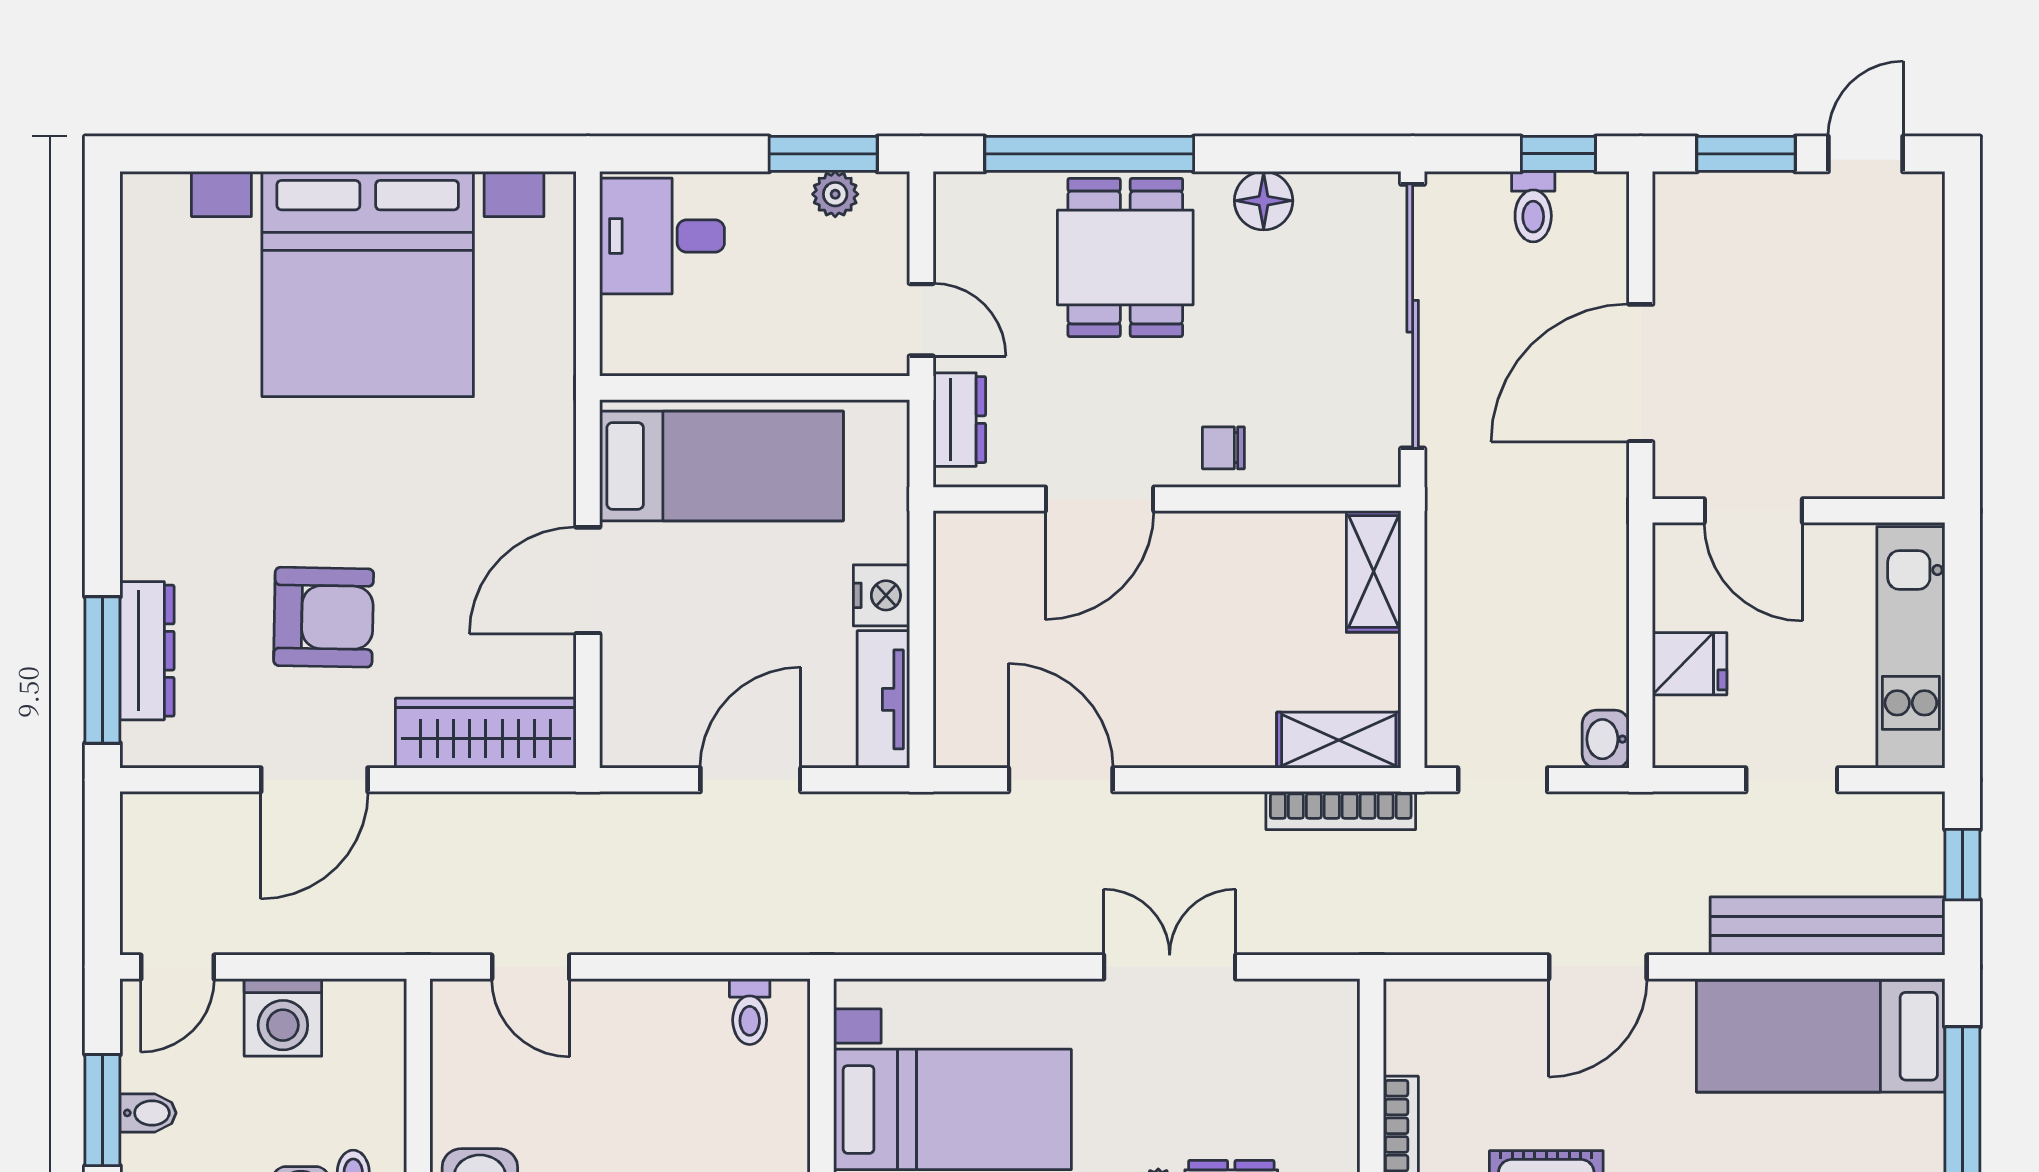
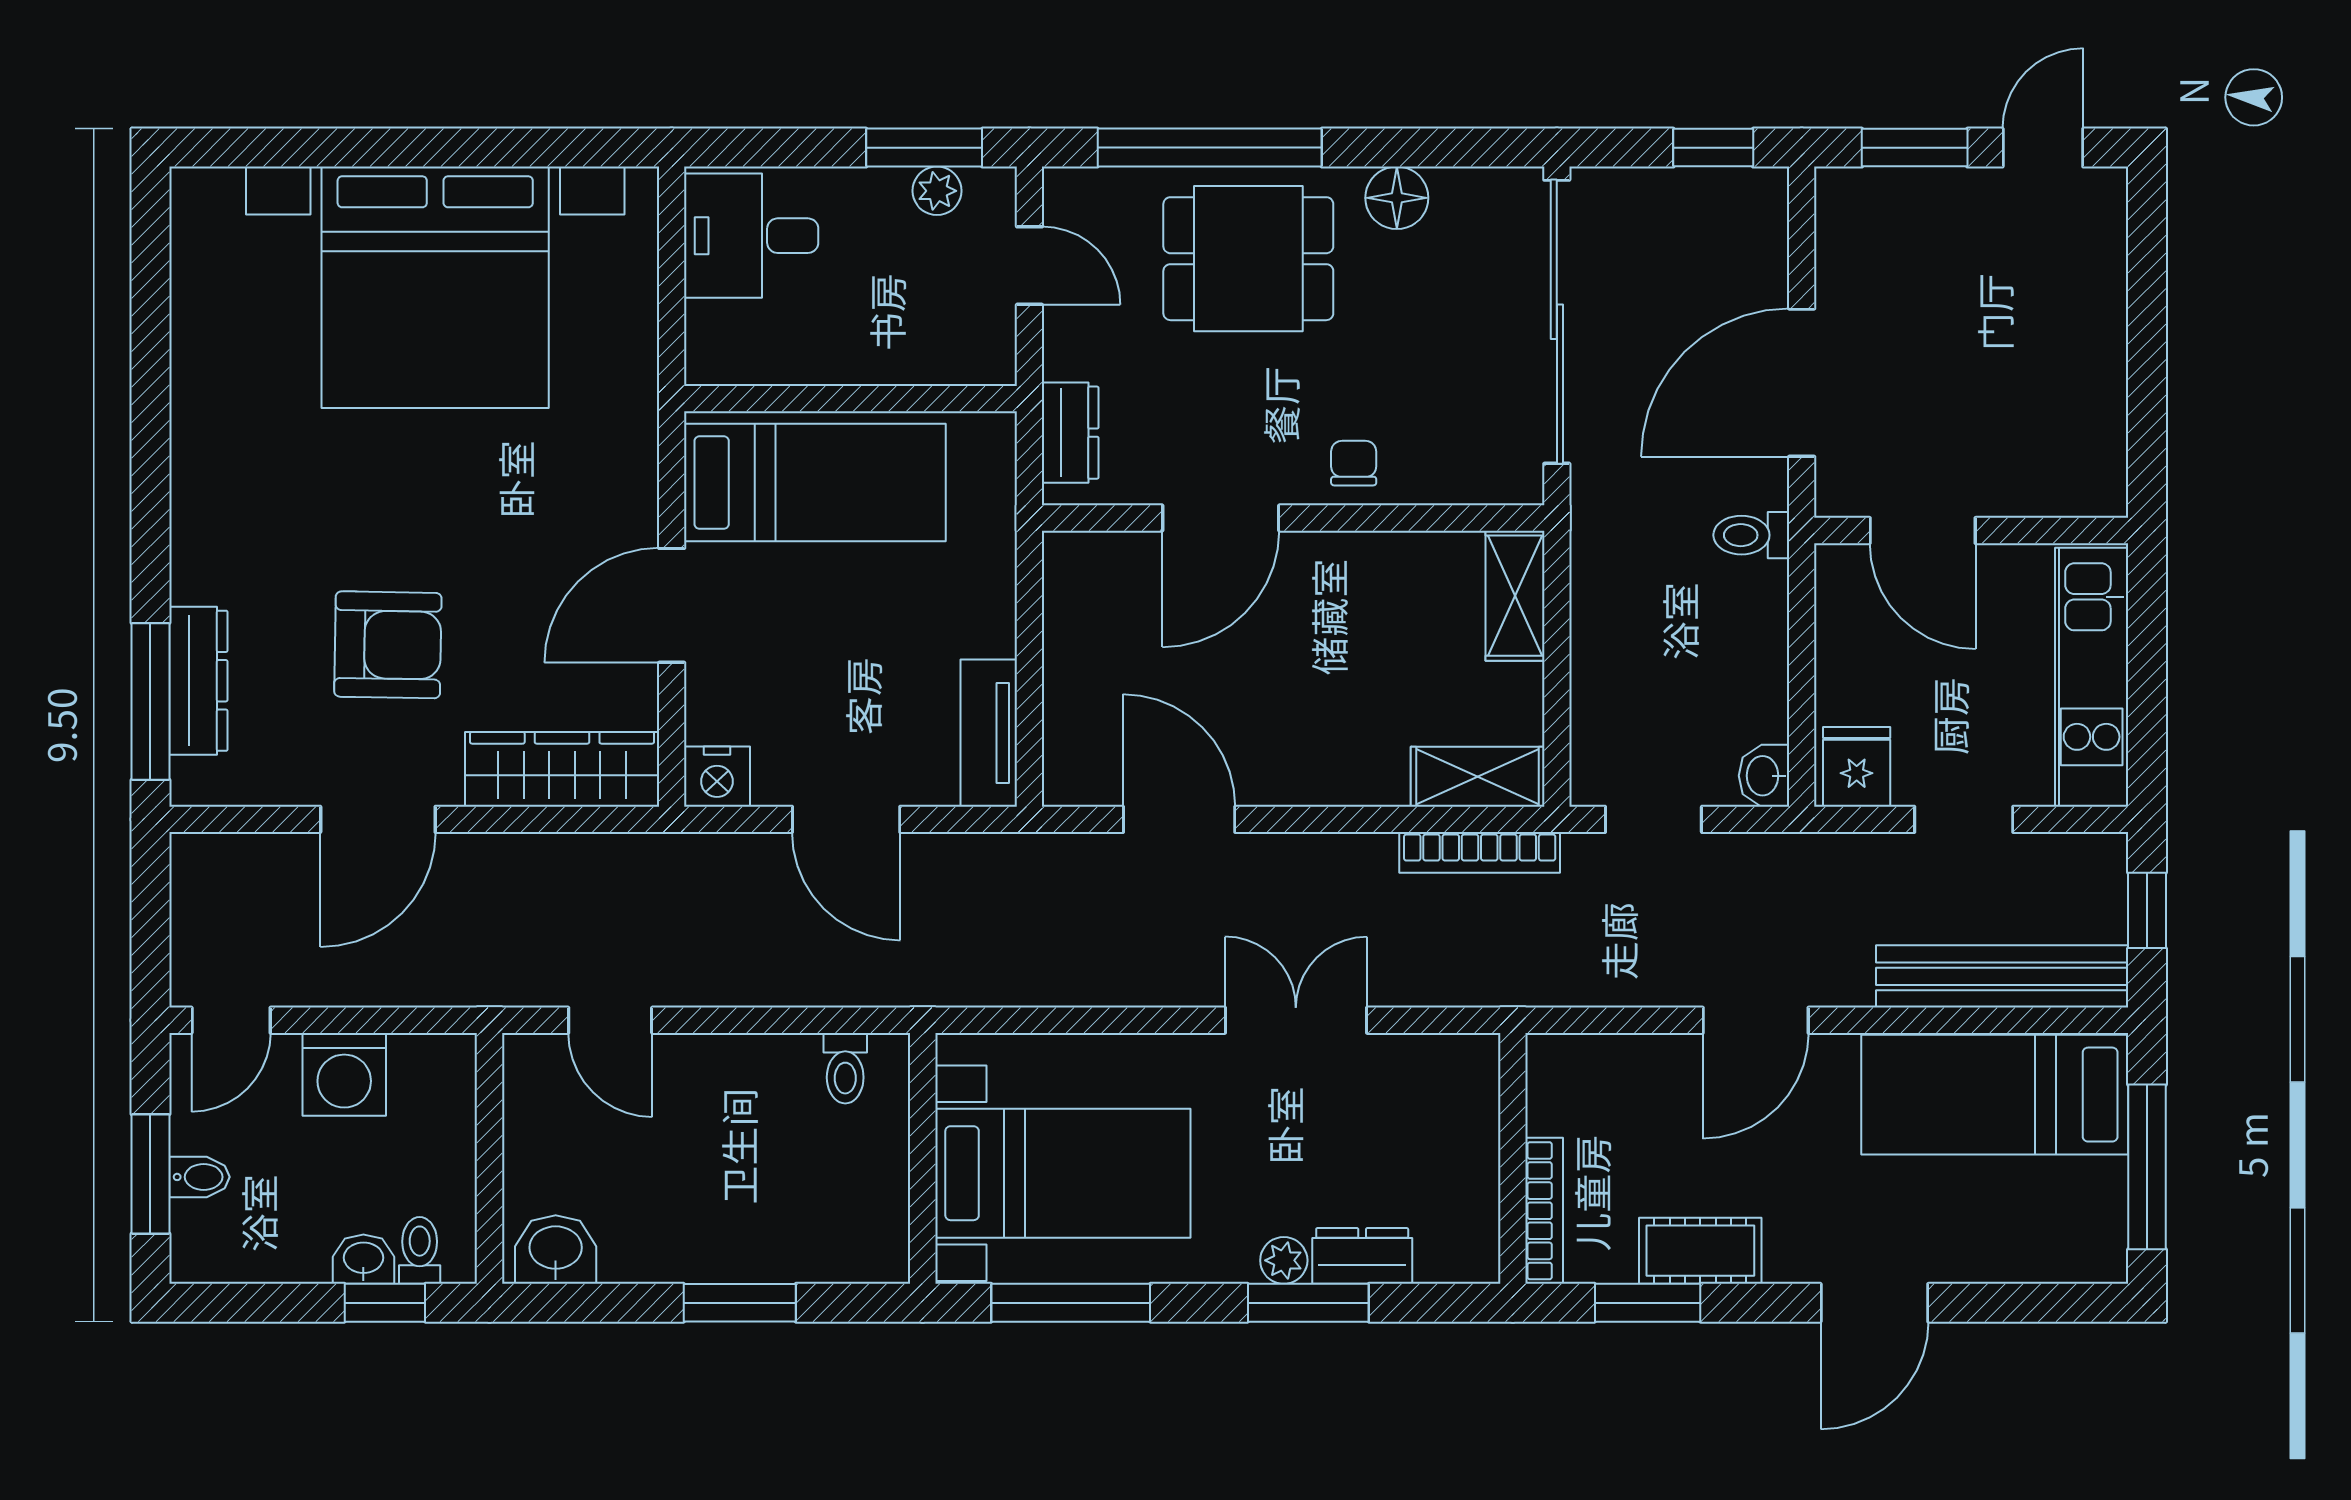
toilet: (1533, 207) -> (1751, 535), moved, turned 90
dining table: (1125, 257) -> (1248, 259), turned 90
door: (921, 320) -> (1029, 266), moved
chair: (1223, 448) -> (1354, 463), turned 90
nightstand: (881, 595) -> (717, 777), moved, turned 90
fridge: (1690, 664) -> (1857, 767), moved, turned -90
door: (750, 780) -> (846, 819), swing flipped

